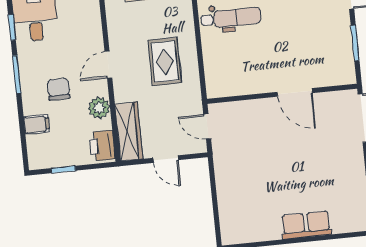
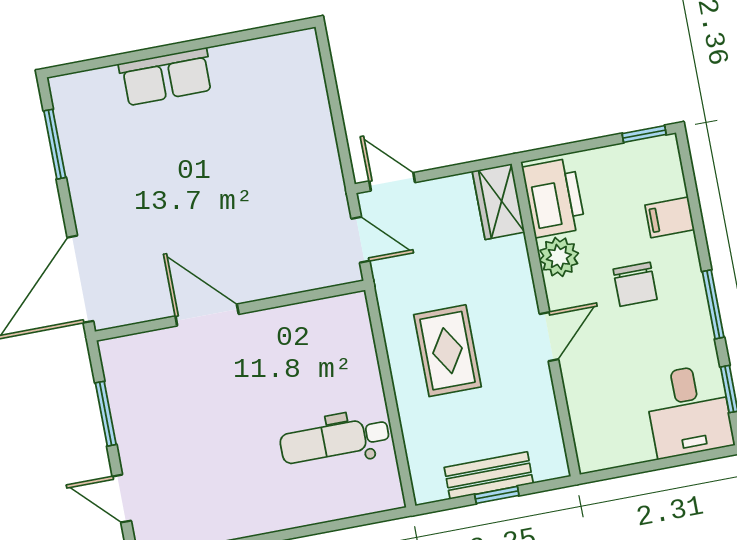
wardrobe: (129, 131) -> (498, 202), width x0.67
printer: (102, 146) -> (554, 198), width x1.37, depth x1.19
door: (166, 159) -> (392, 182), moved
window: (63, 169) -> (644, 134), moved

